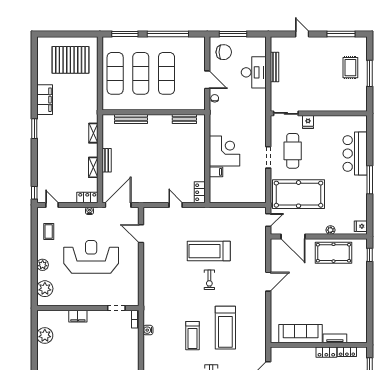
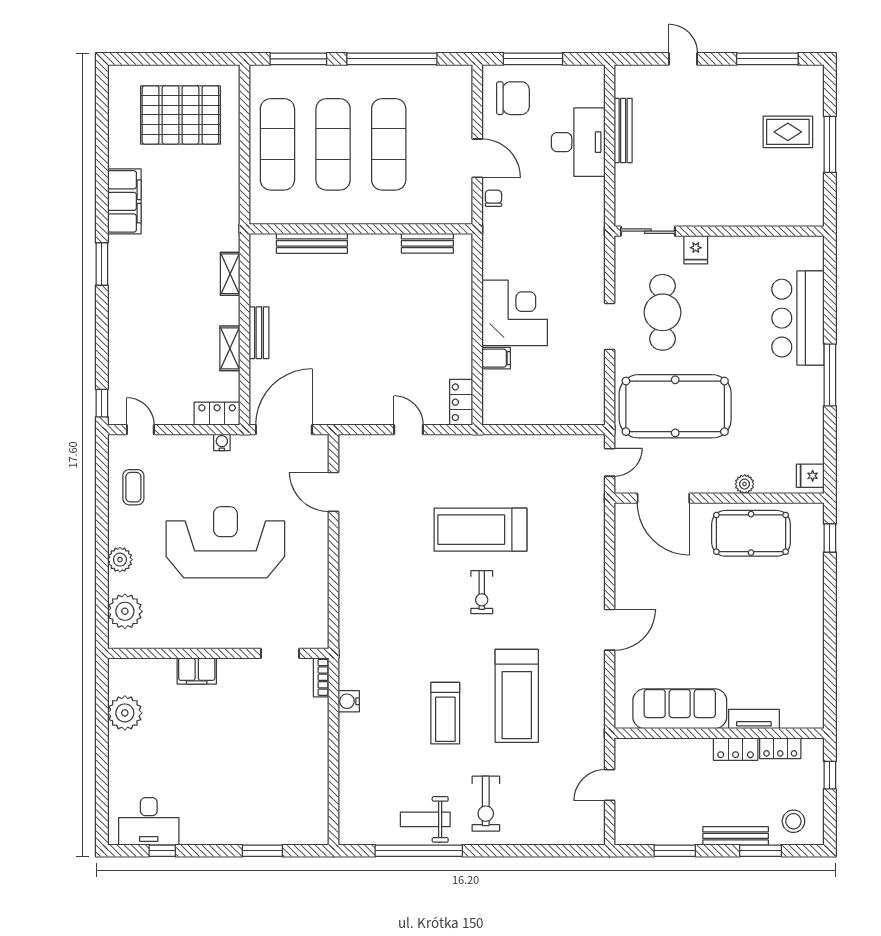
rug: (350, 68) -> (788, 132), turned 90
door: (268, 282) -> (610, 630), moved

